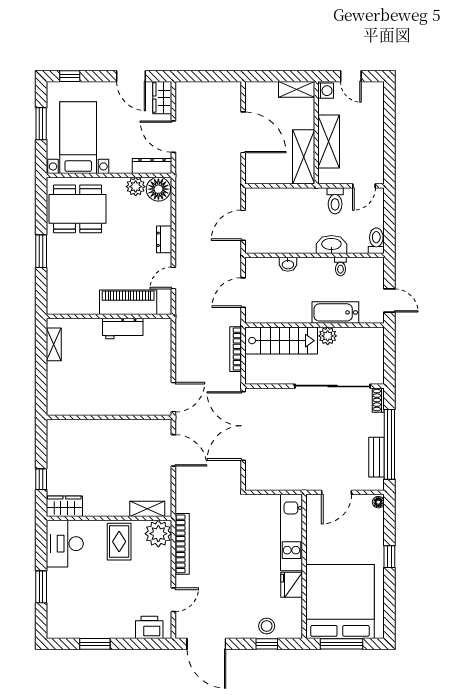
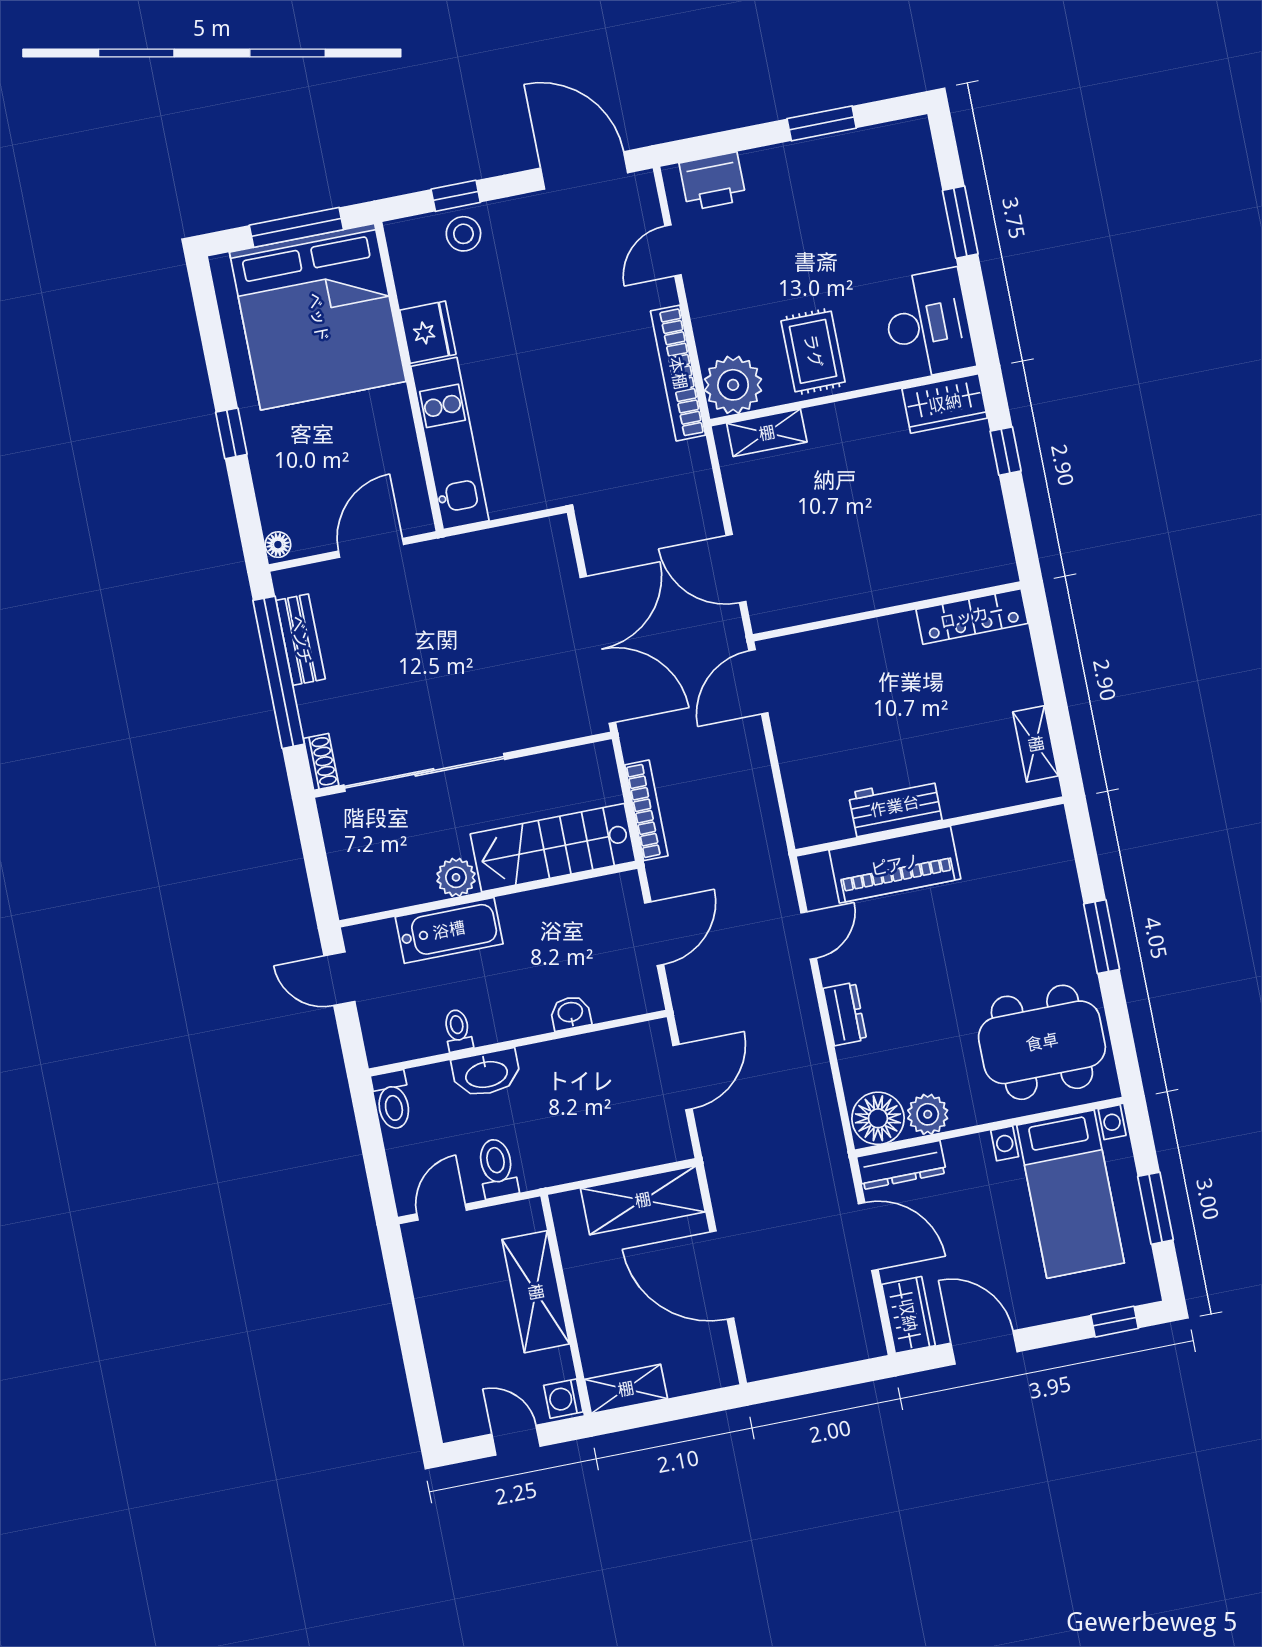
shelving: (304, 157) -> (643, 1200), moved, turned 90
locker: (71, 408) -> (972, 616), added

